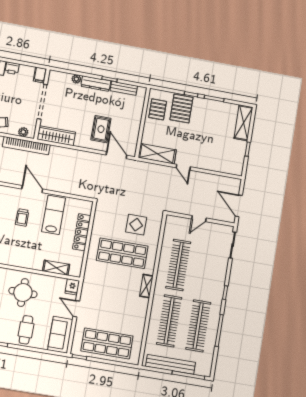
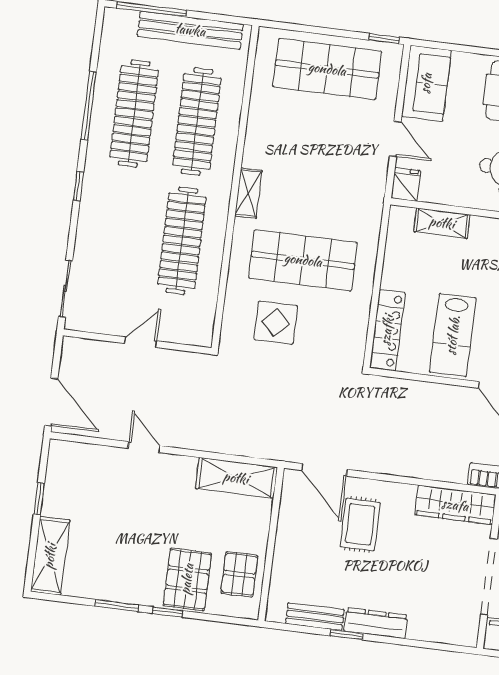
plant: (76, 79) -> (418, 631), removed
door: (183, 167) -> (144, 447), moved
door: (239, 206) -> (51, 402), moved
locker: (82, 232) -> (387, 330), moved

